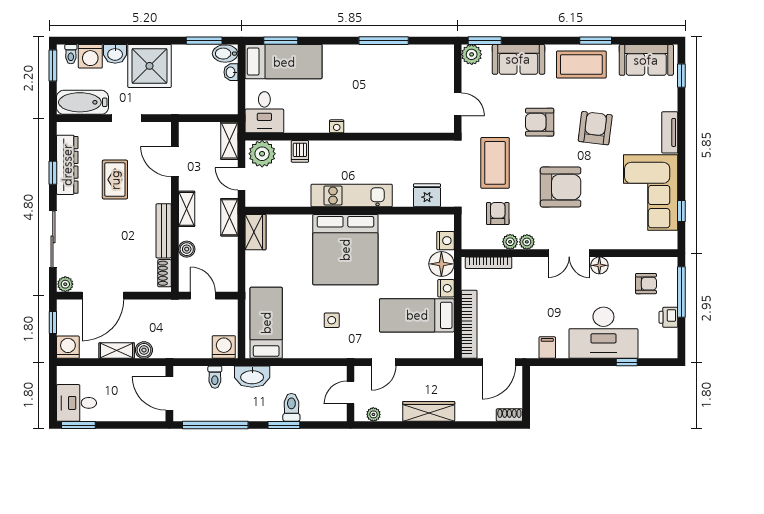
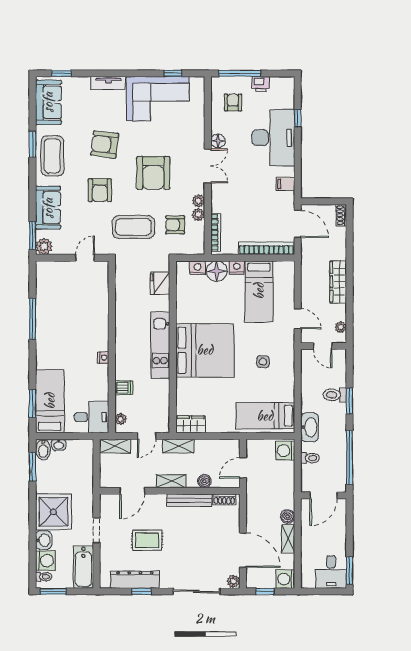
plant: (262, 154) -> (121, 419), width x0.53, depth x0.53
armchair: (561, 187) -> (153, 173), turned 180

